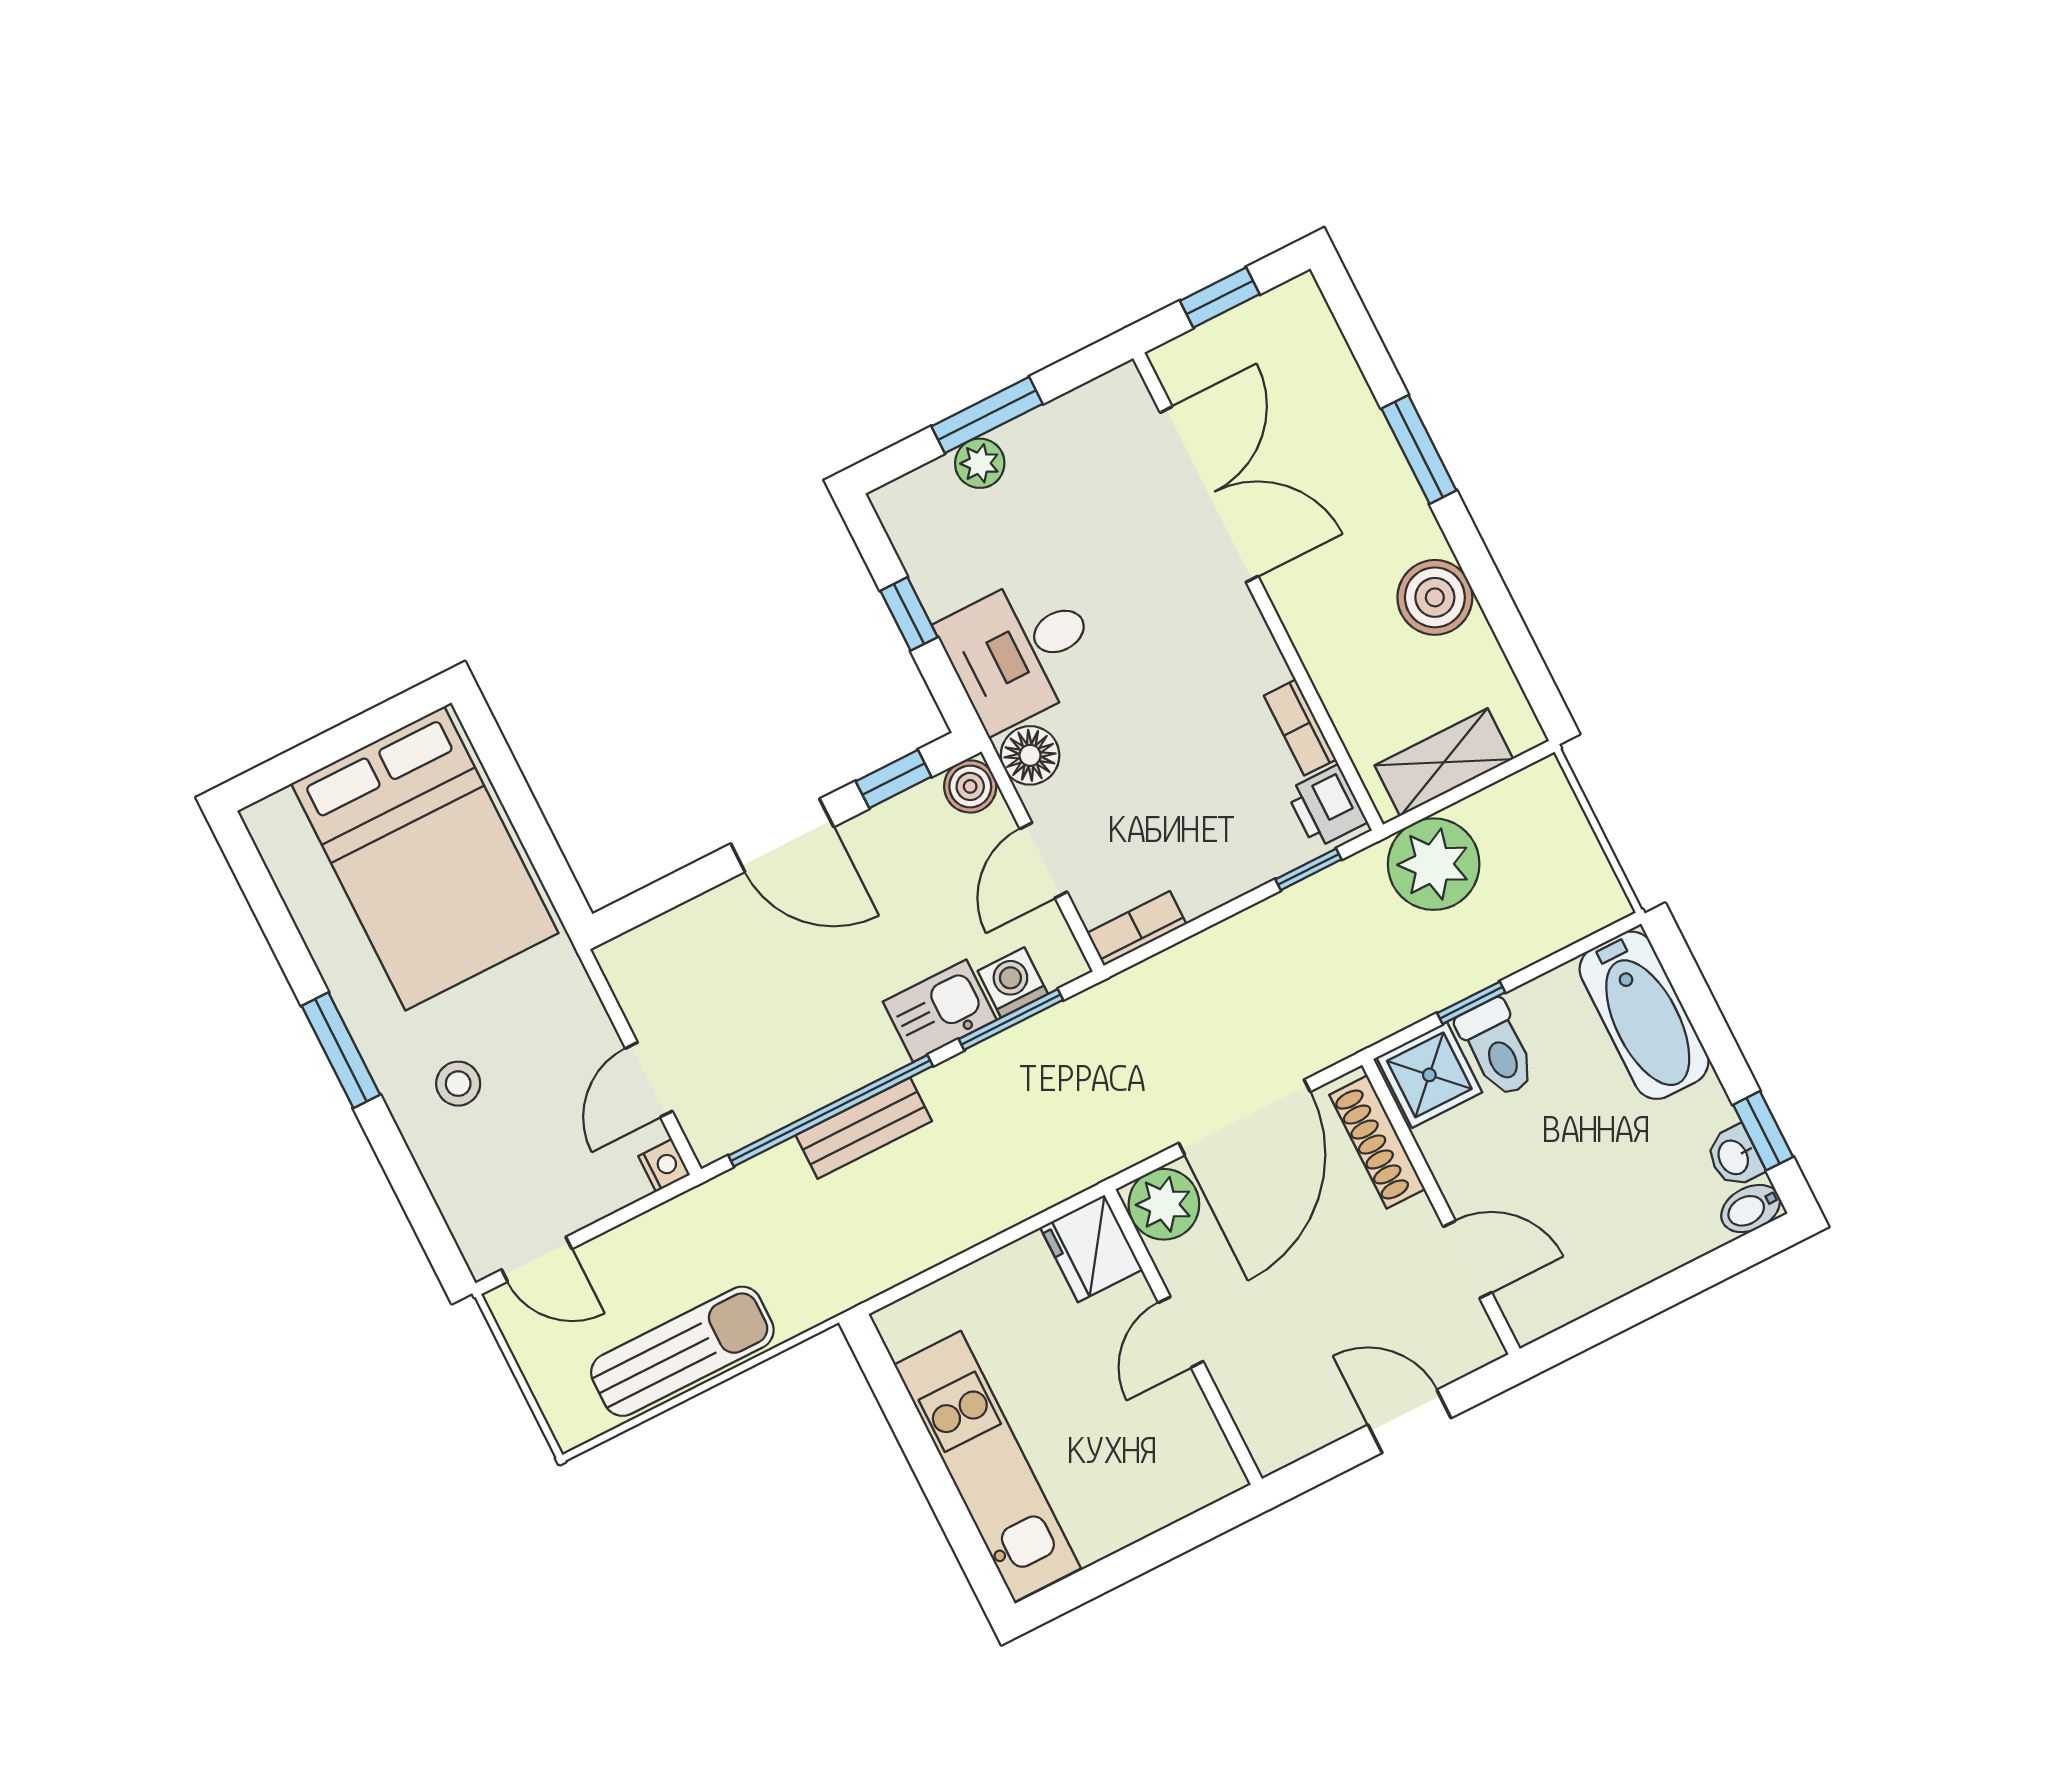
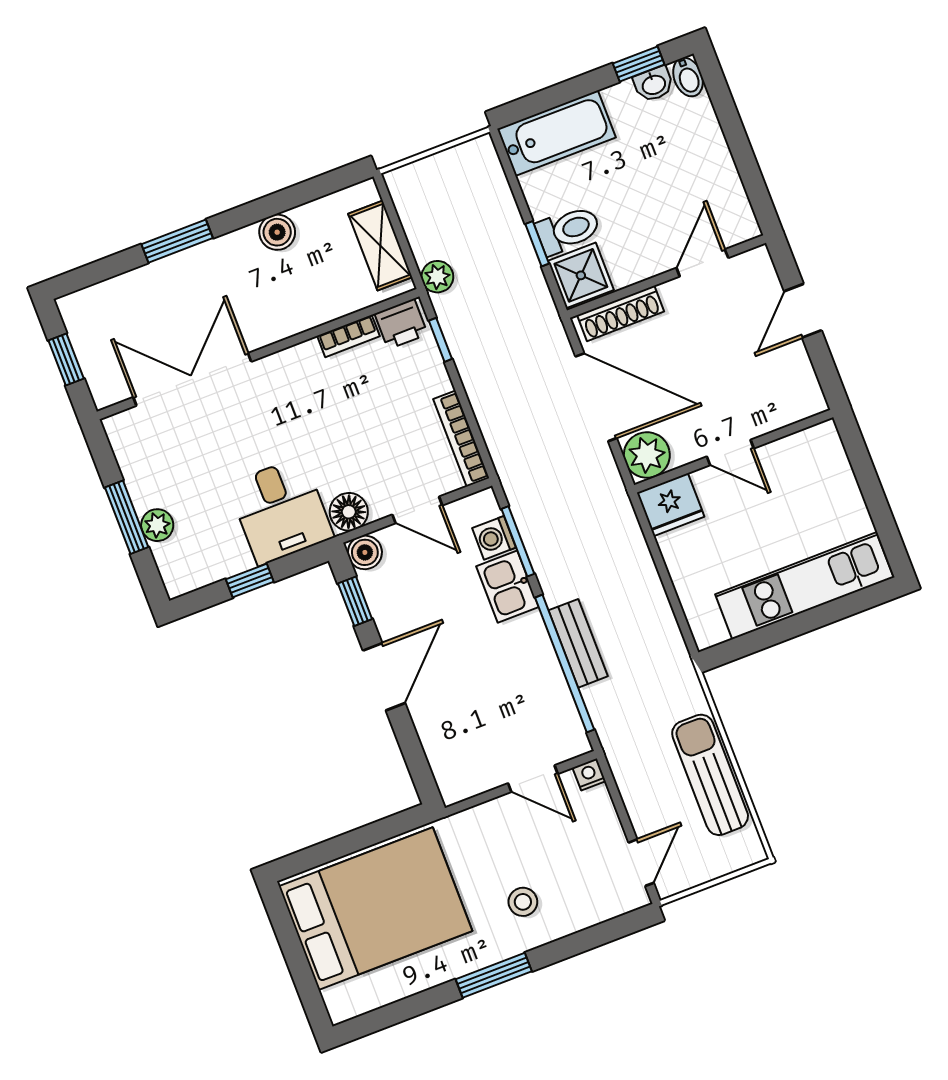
boiler: (1435, 597) -> (277, 232), width x0.73, depth x0.73
plant: (1434, 864) -> (437, 277), width x0.53, depth x0.53
bookcase: (1137, 928) -> (461, 439), width x1.56

